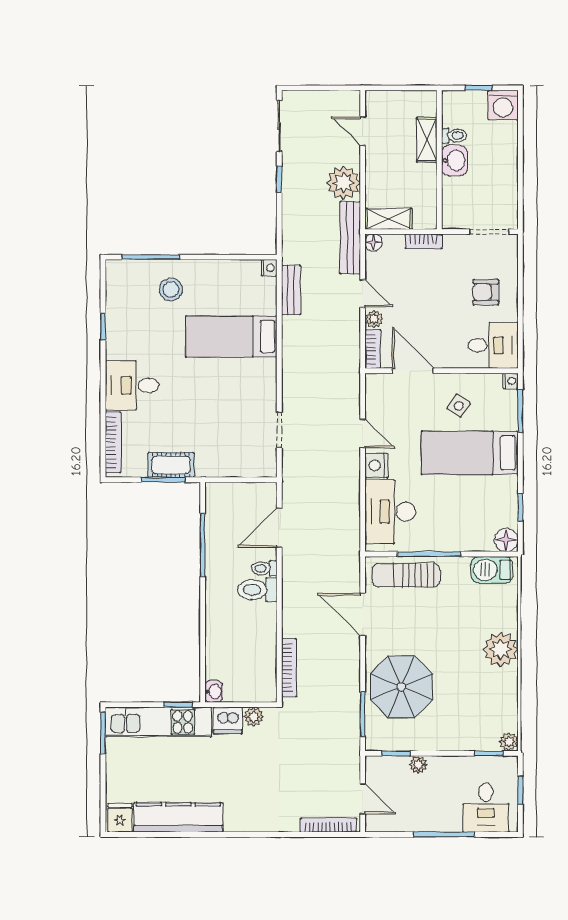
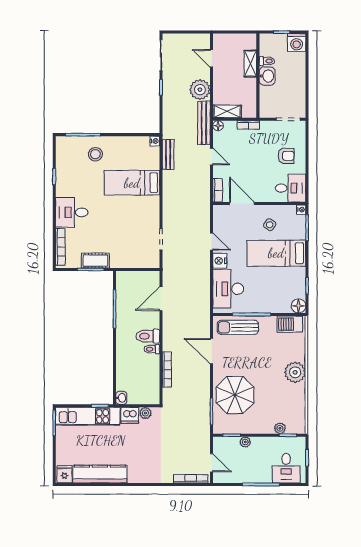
armchair: (486, 292) -> (286, 156), turned 180
plant: (374, 319) -> (218, 172), removed
toilet: (264, 568) -> (152, 349), moved
bookcase: (289, 668) -> (167, 370), moved
plant: (509, 742) -> (280, 428), moved

